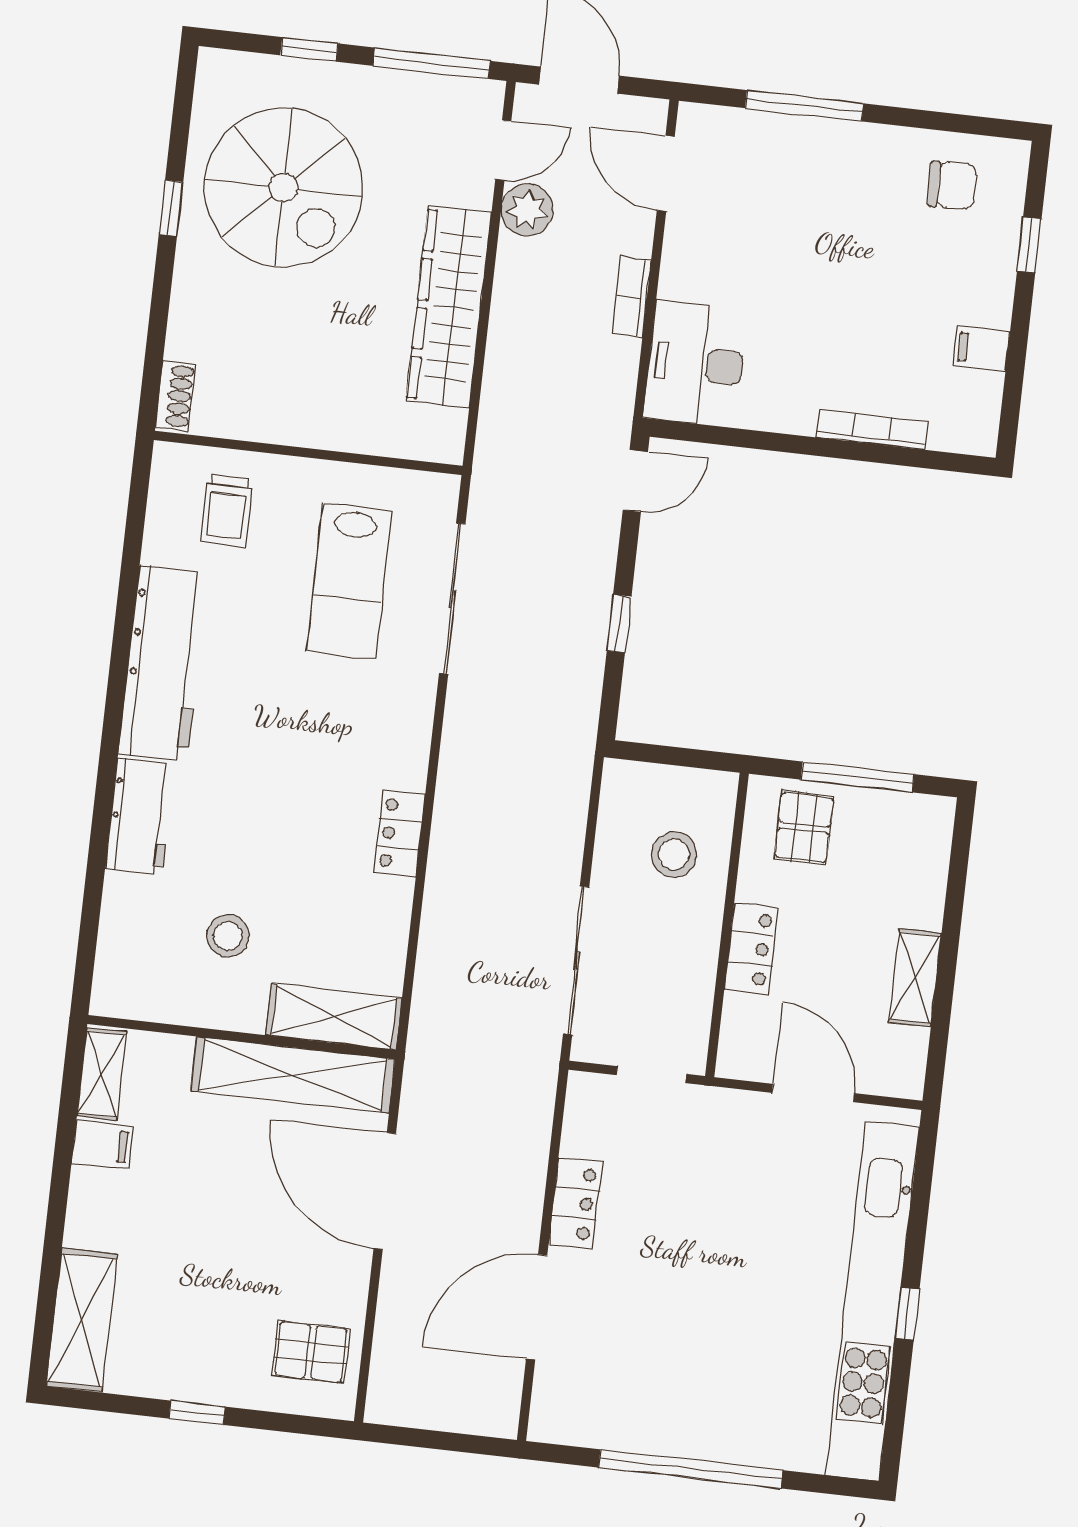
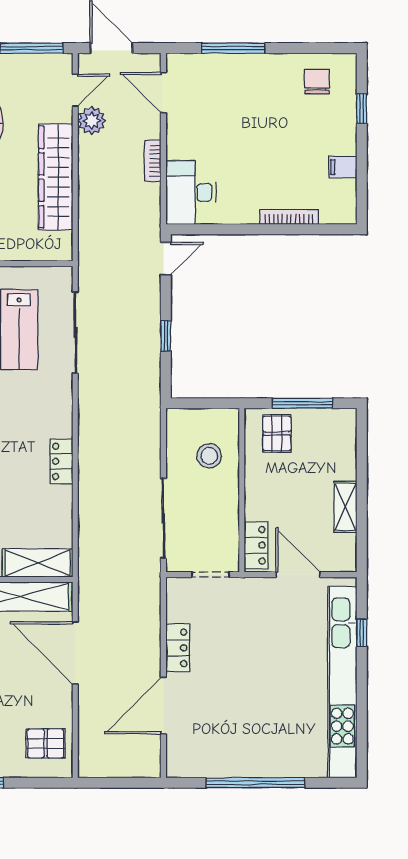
chair: (952, 185) -> (317, 82), turned -88
locker: (751, 948) -> (256, 545), moved
window: (907, 1314) -> (362, 633), moved

